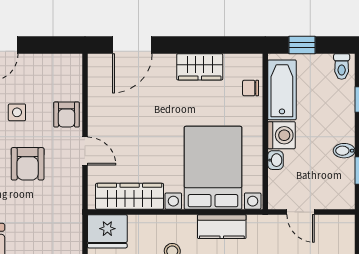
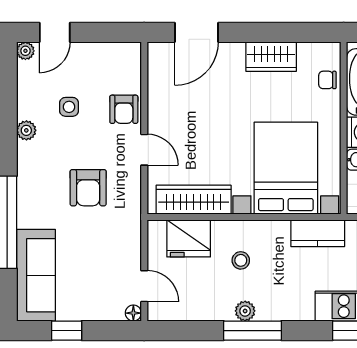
armchair: (28, 164) -> (88, 188), moved
kitchen counter: (222, 227) -> (318, 233), moved
fridge: (107, 231) -> (189, 238), moved

